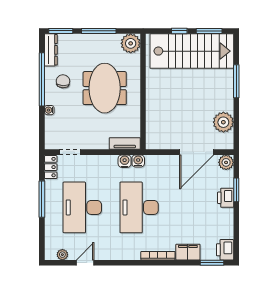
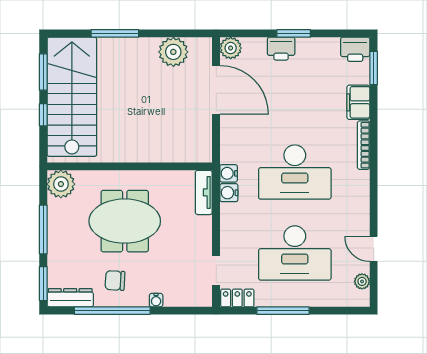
window: (236, 190) -> (294, 33), moved

